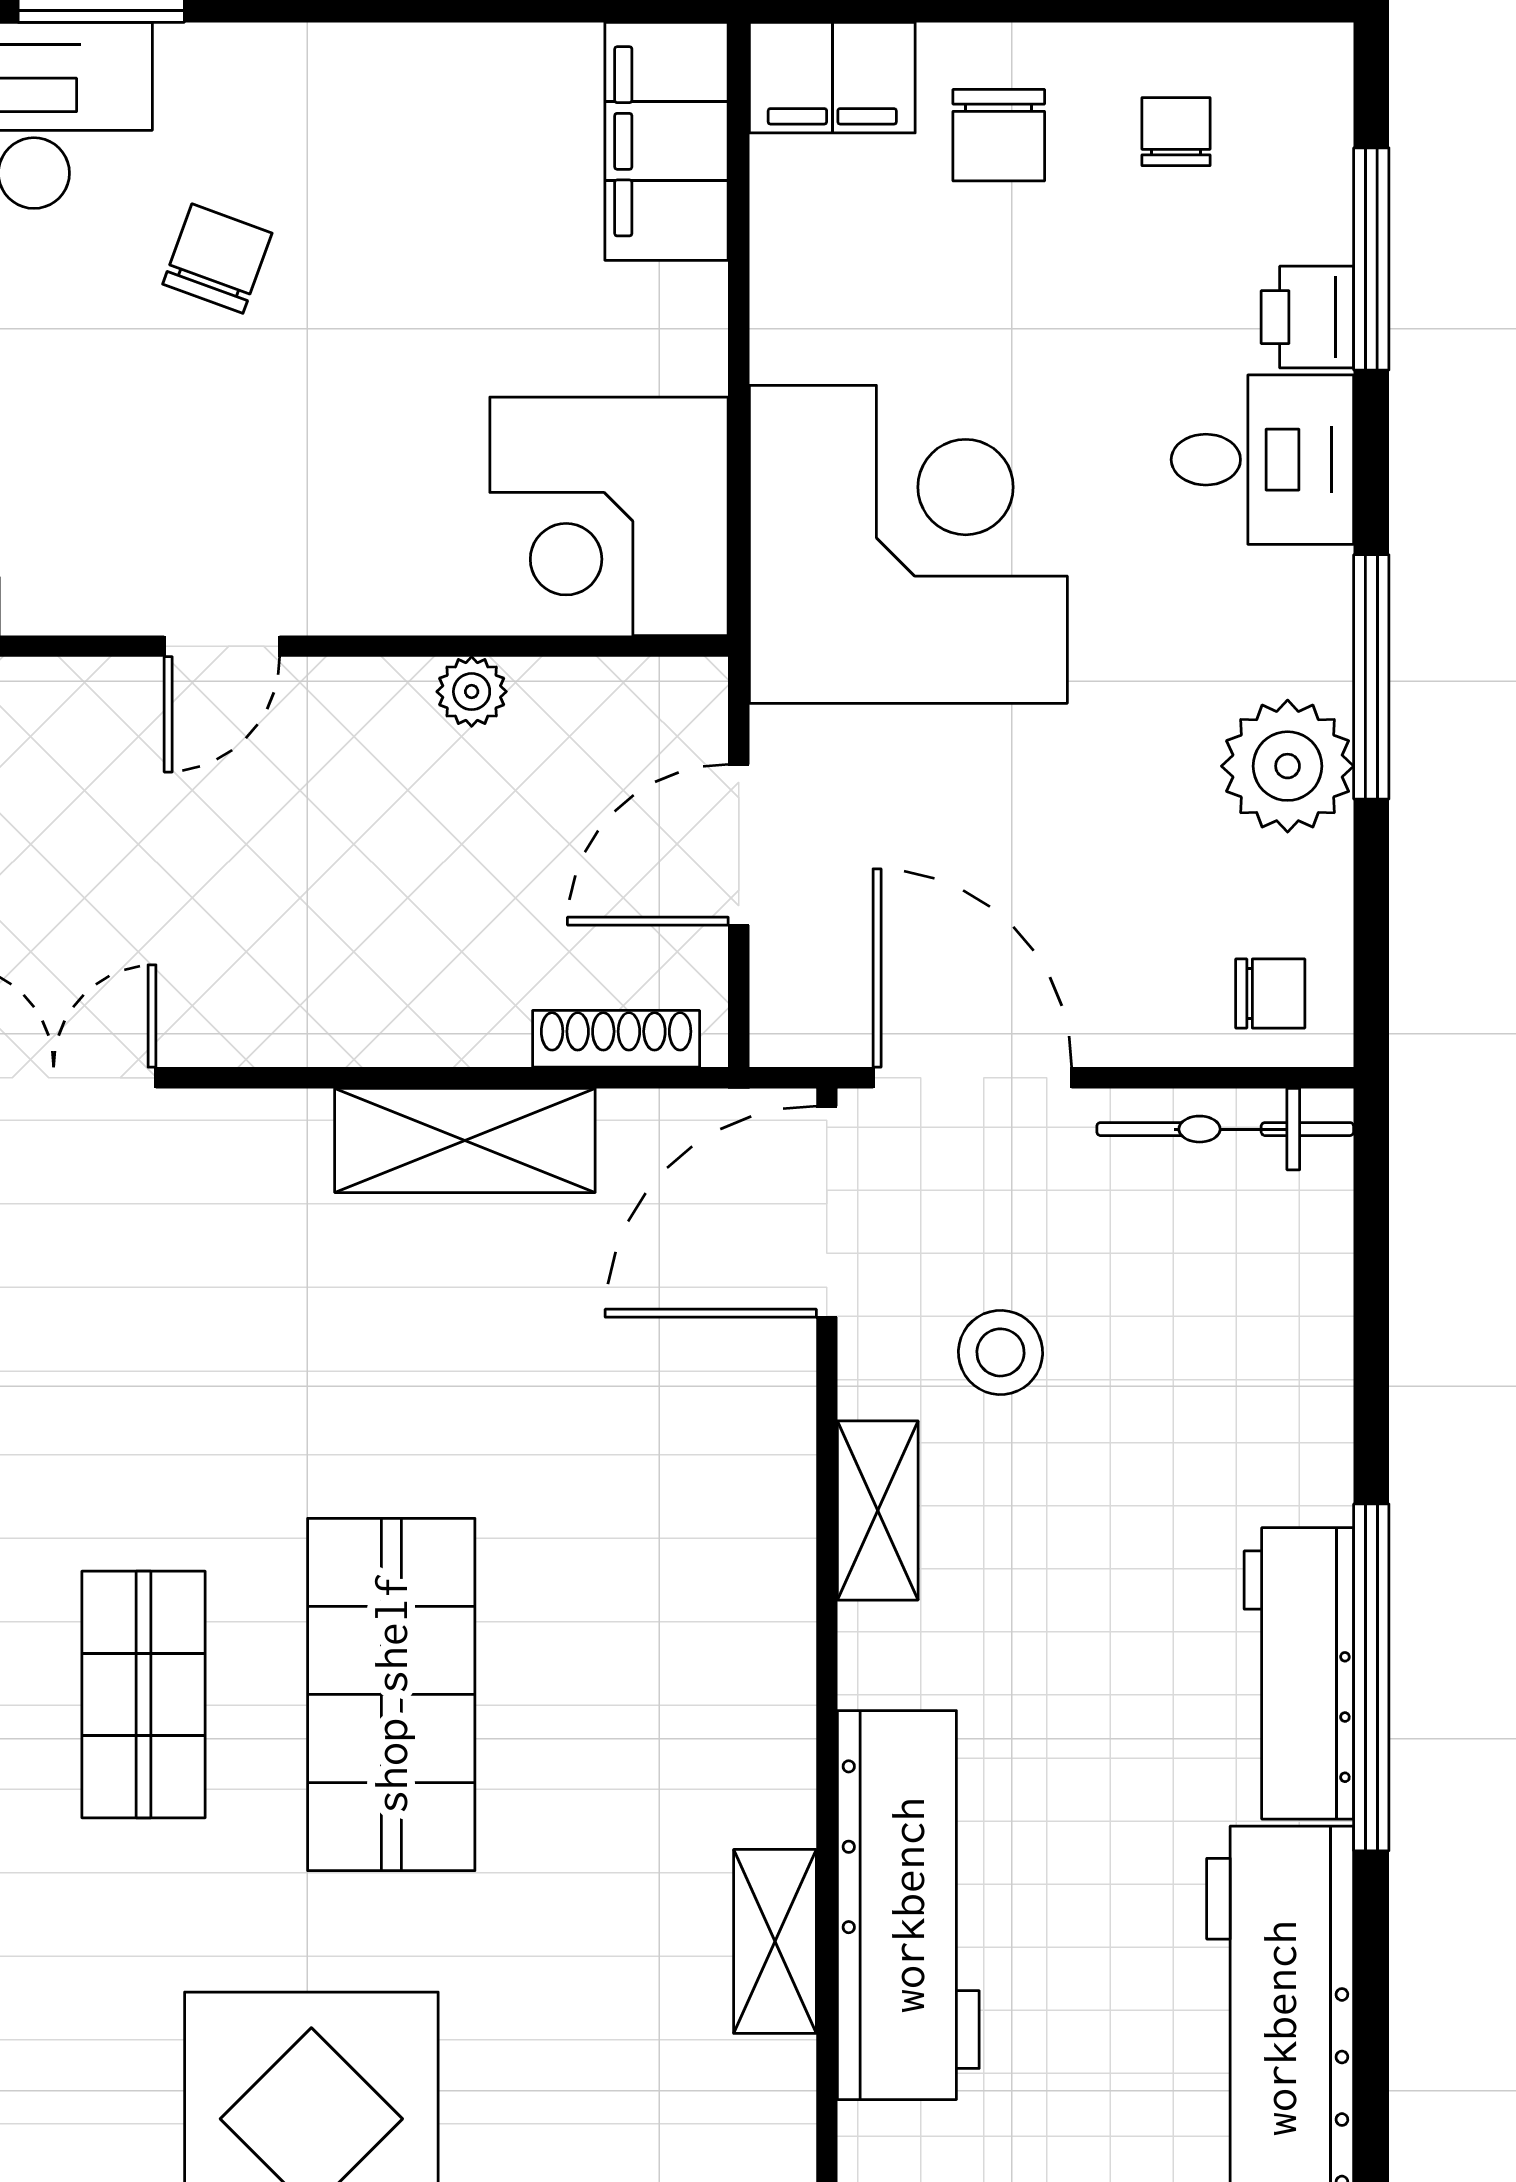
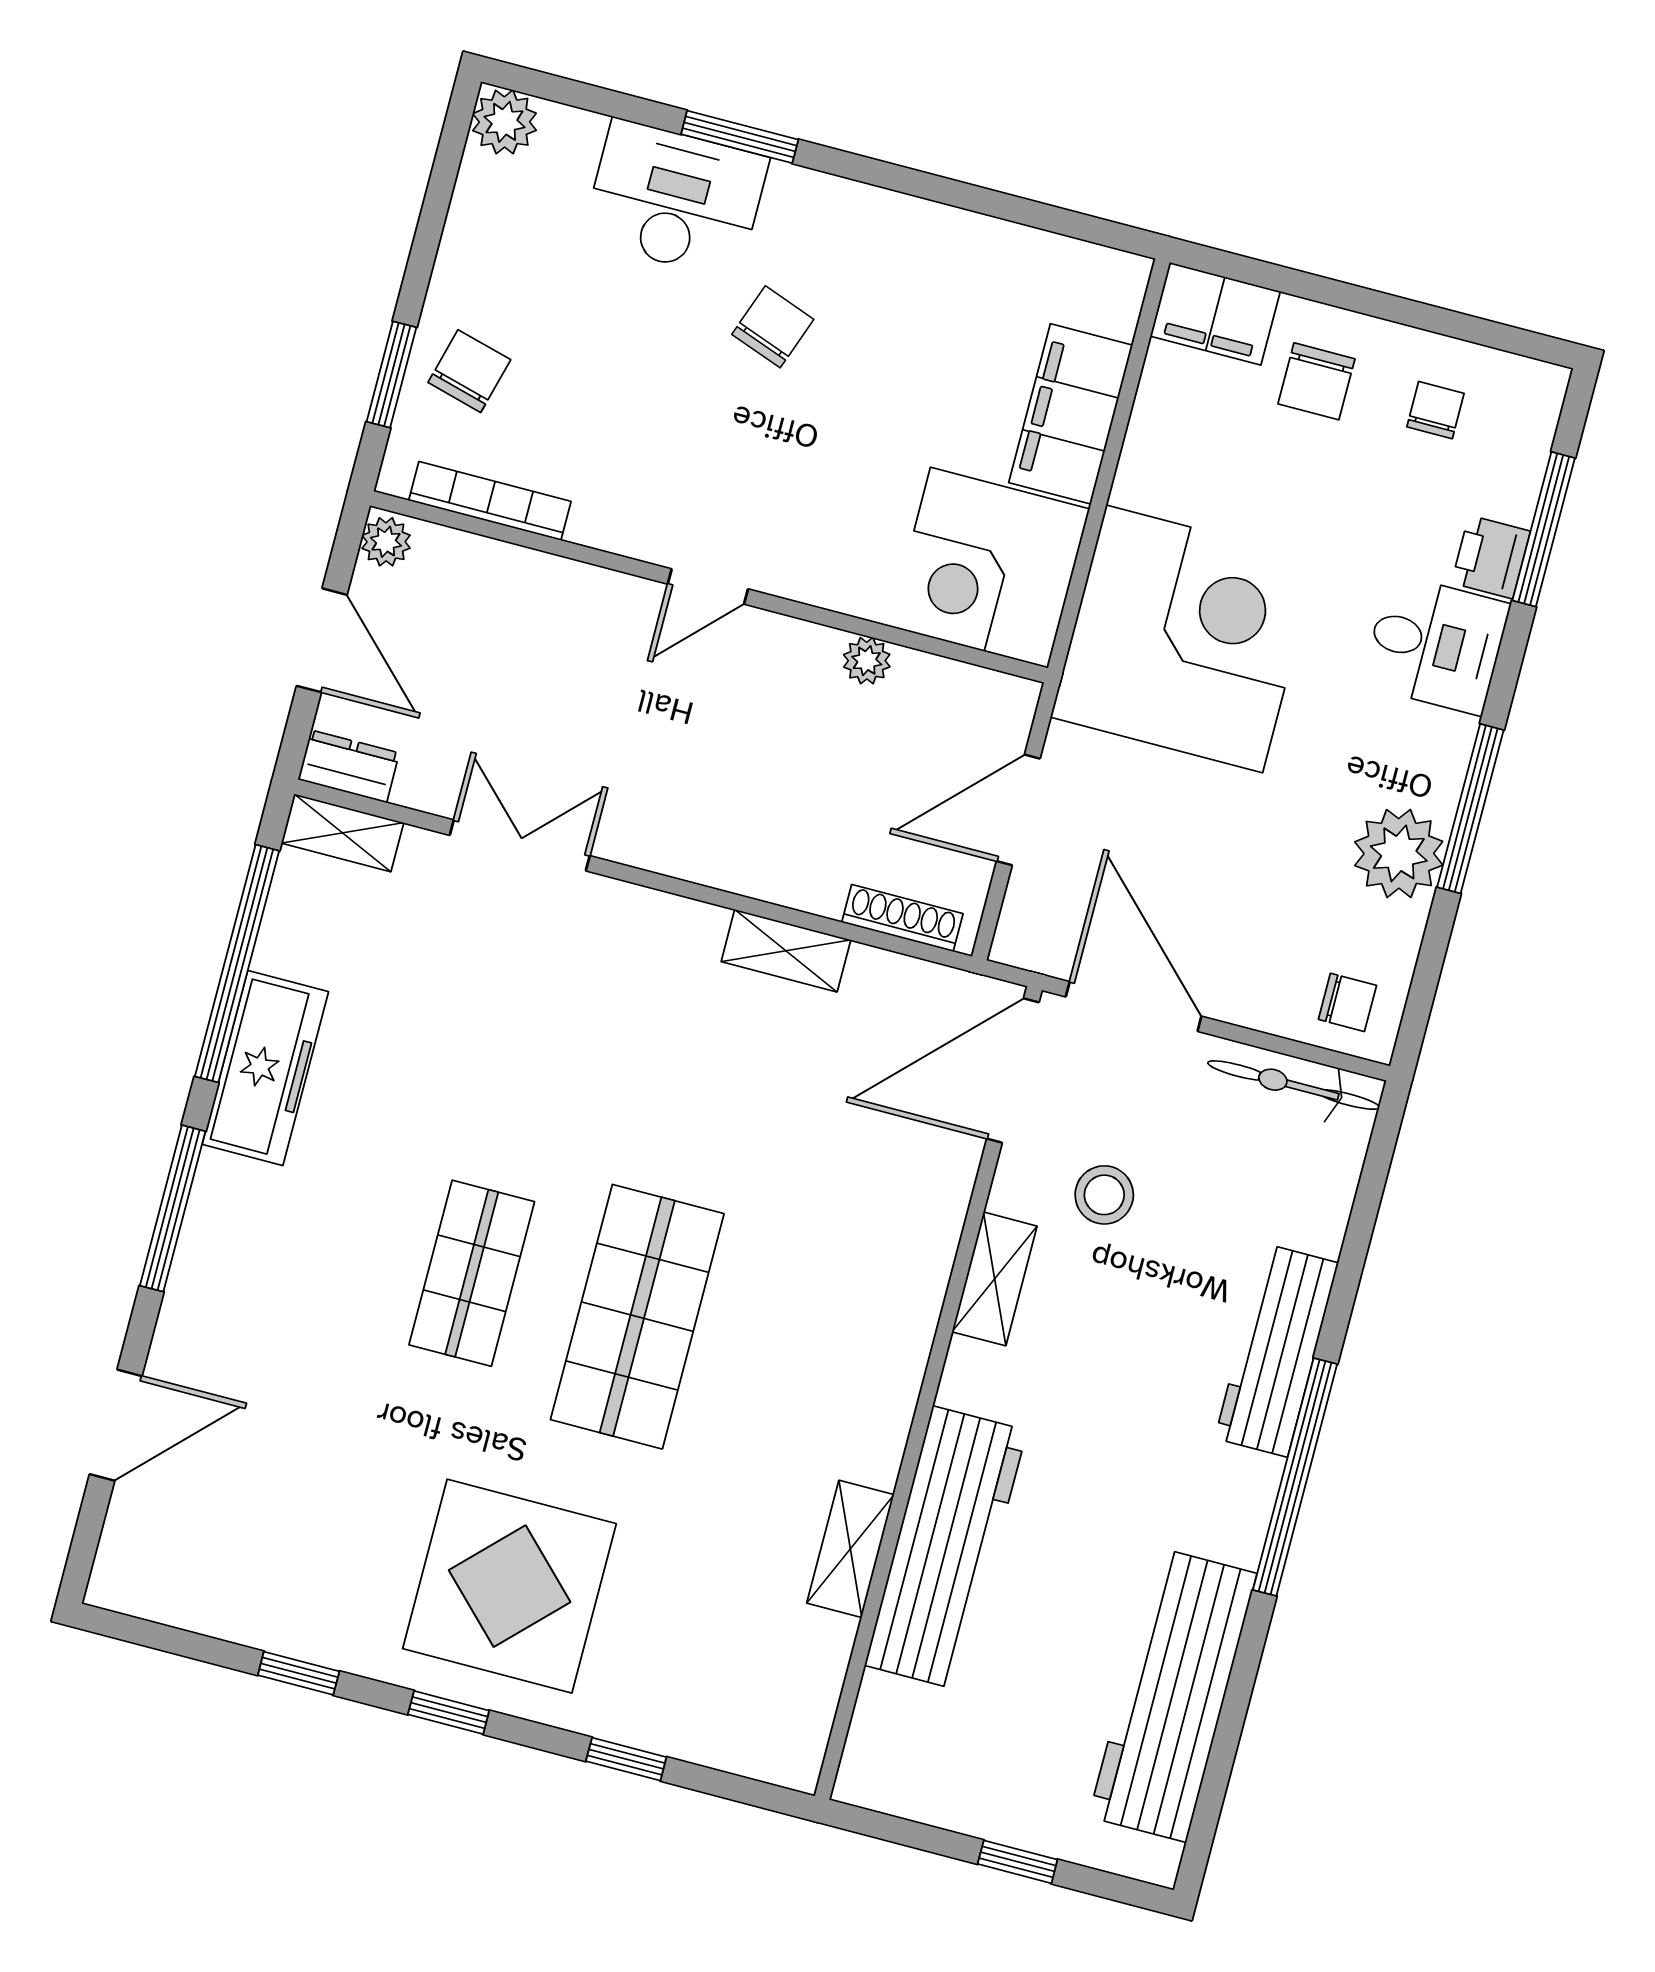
filing cabinet: (666, 141) -> (1071, 414), moved
shelving: (465, 1140) -> (786, 951), width x0.67, depth x0.75
workbench: (1299, 1673) -> (1277, 1351), moved

